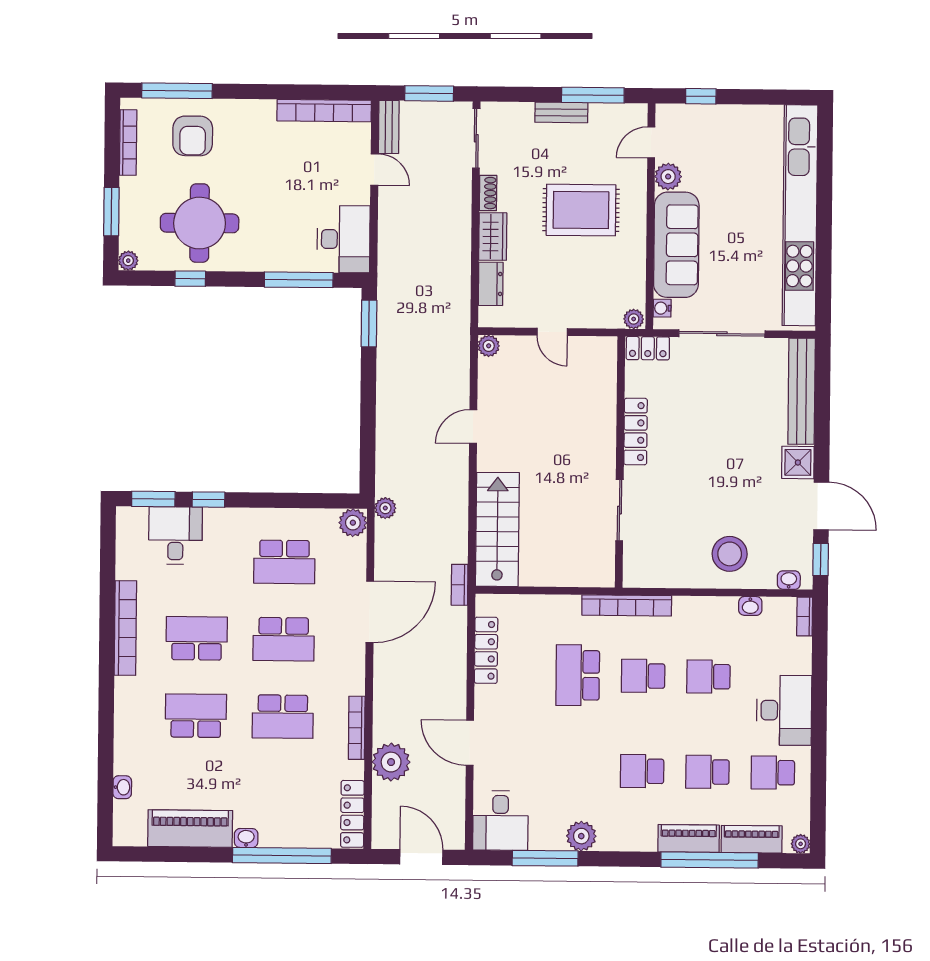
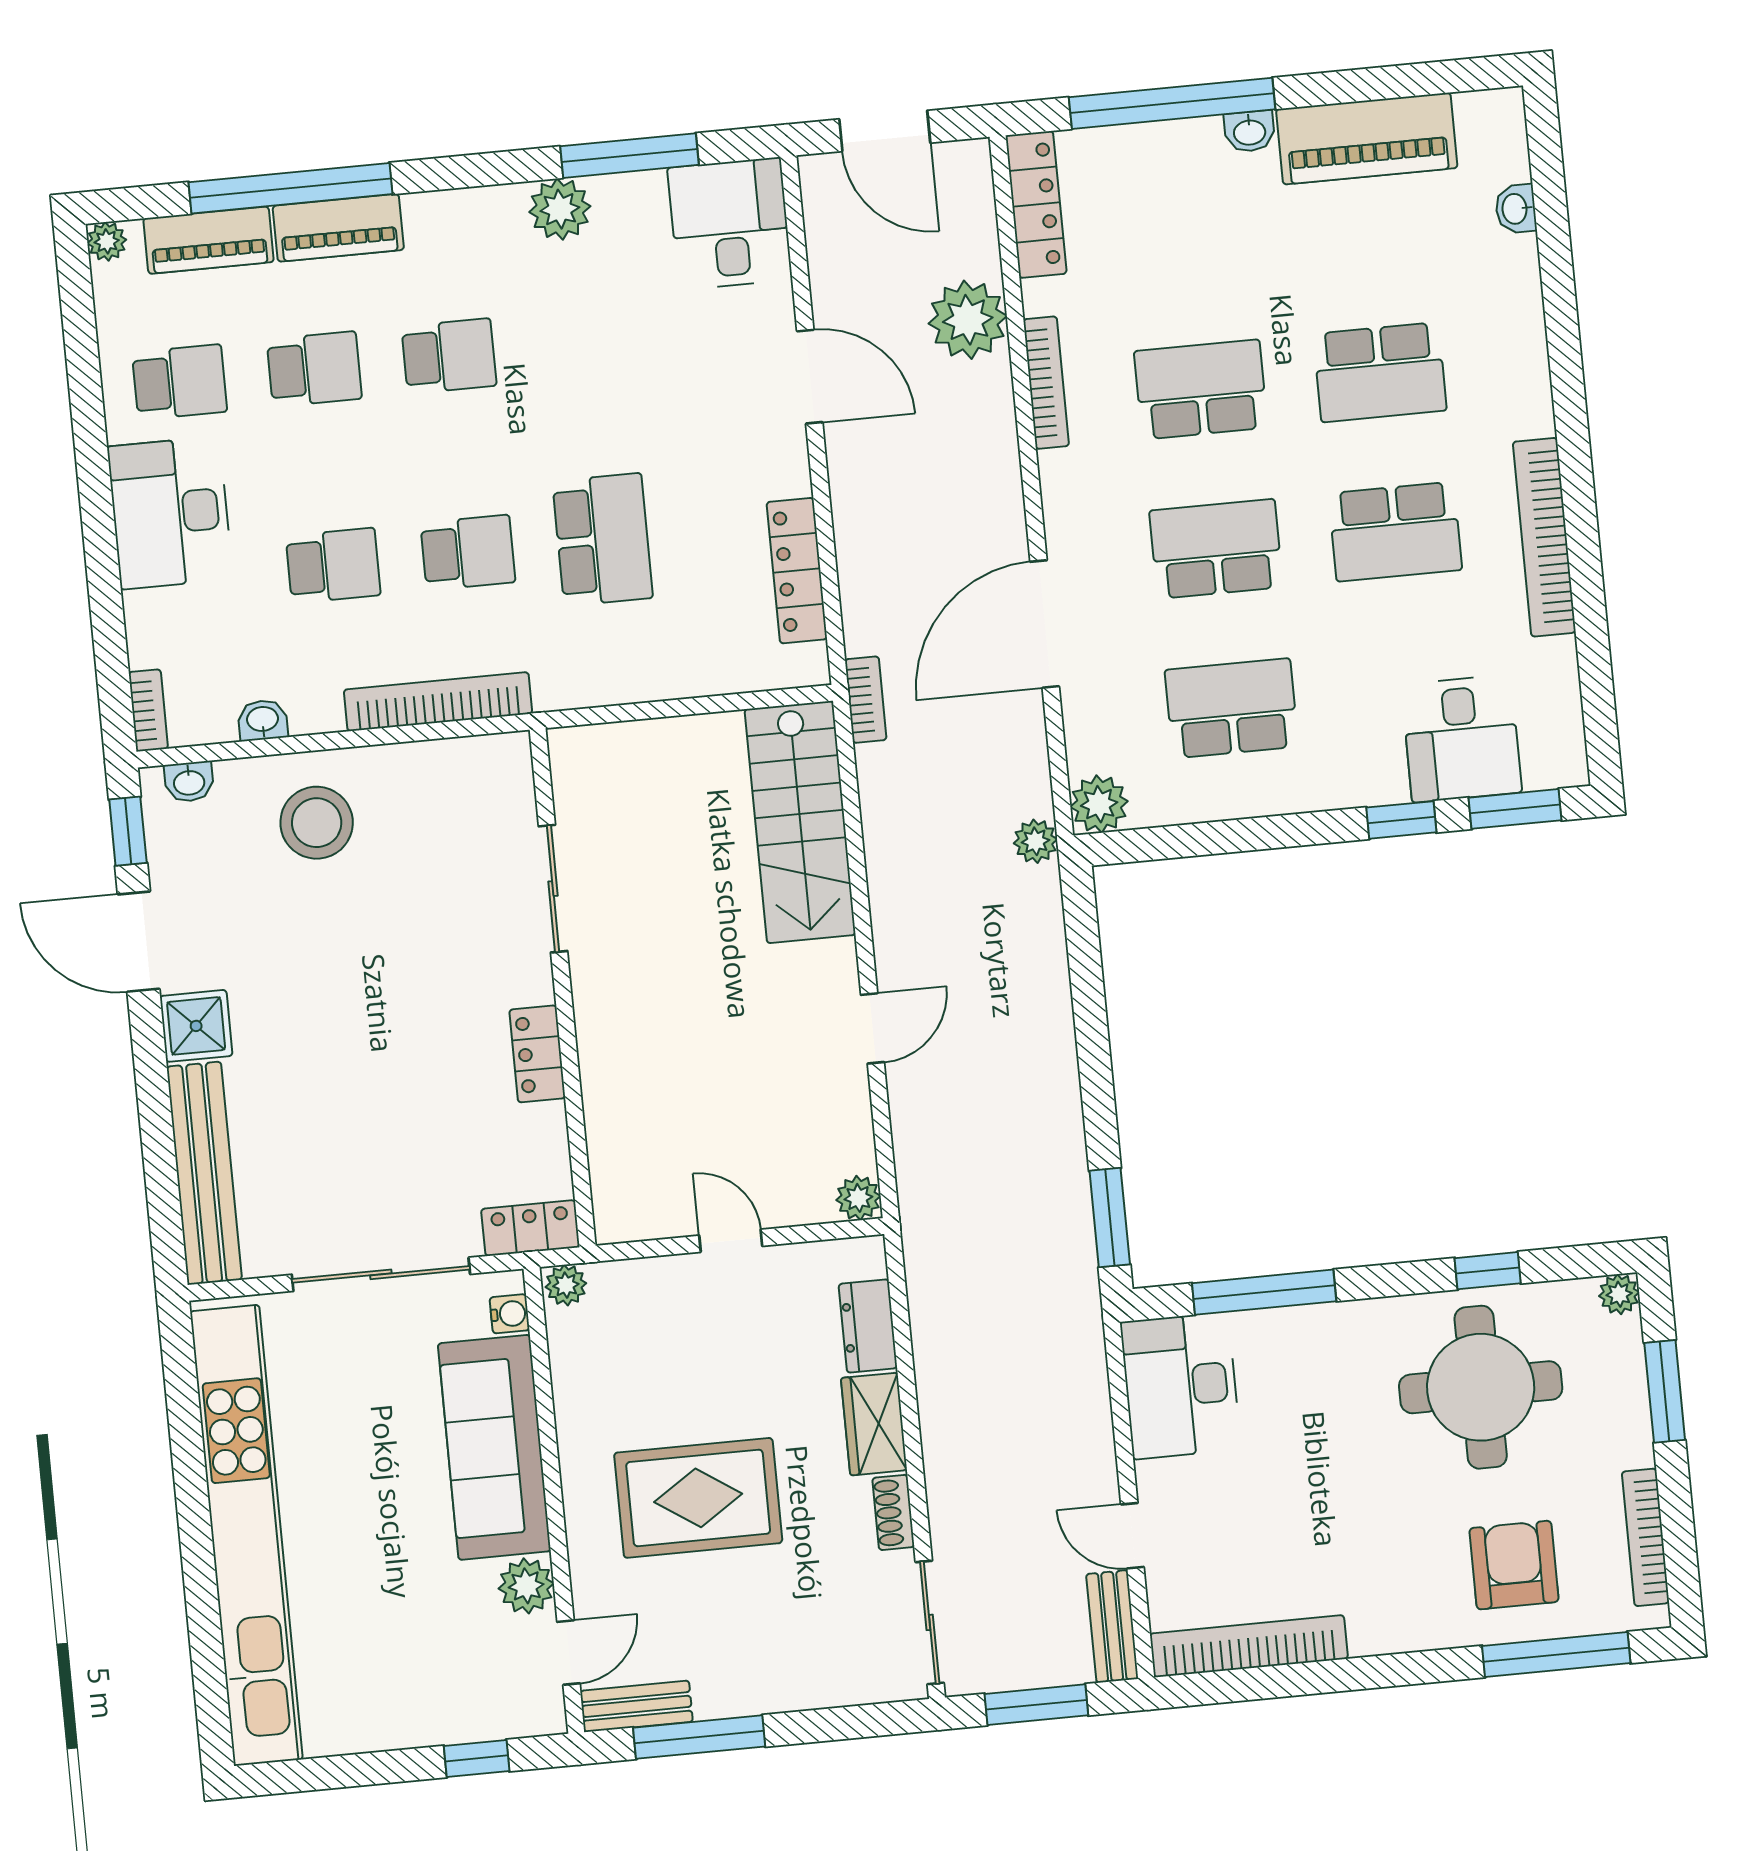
bench: (561, 112) -> (636, 1706), moved
locker: (636, 432) -> (537, 1054), width x0.66
bookcase: (627, 605) -> (438, 702), moved

